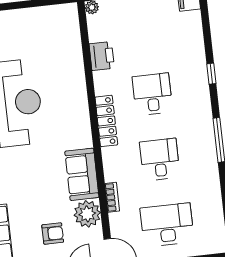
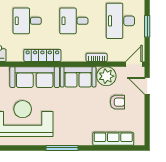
sofa: (75, 113) -> (35, 77), added
armchair: (53, 234) -> (117, 102), turned 90

